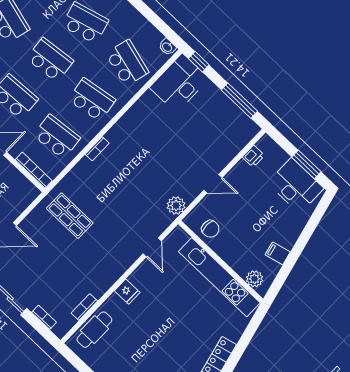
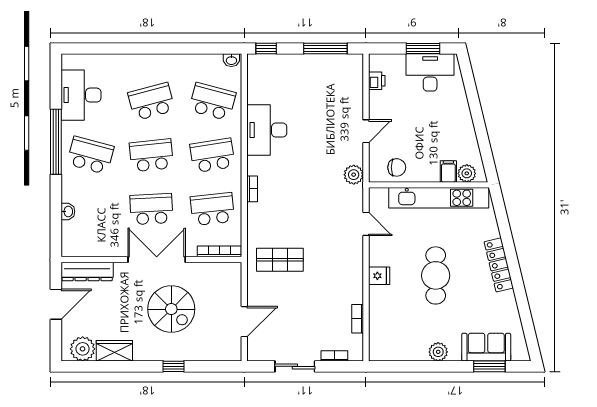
desk: (179, 83) -> (267, 130), moved
filing cabinet: (278, 253) -> (448, 172), moved, turned 104
cafe table: (94, 330) -> (436, 275), moved, width x1.37, depth x1.35

